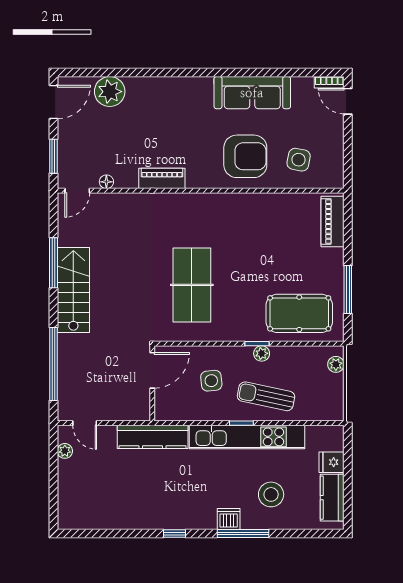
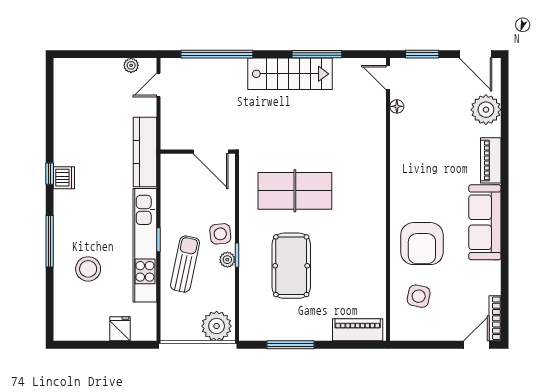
bookcase: (329, 82) -> (495, 318), width x1.56
sofa: (252, 93) -> (485, 222), moved
piano: (162, 178) -> (491, 160), moved, turned 180
pool table: (299, 313) -> (291, 266), moved
plant: (336, 364) -> (217, 326), width x1.87, depth x1.87
side table: (211, 381) -> (220, 234), moved
kitchen counter: (332, 498) -> (85, 329), removed
dishwasher: (229, 519) -> (64, 178), moved

